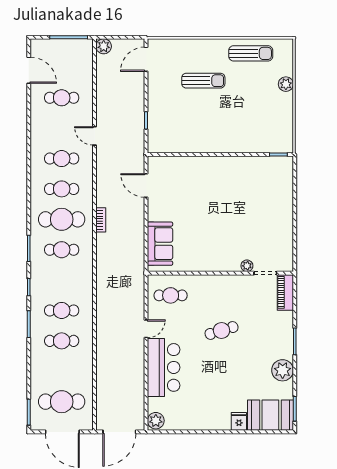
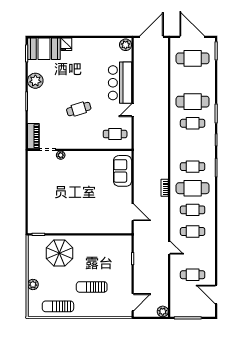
parasol: (249, 128) -> (59, 253), added
cafe table: (62, 341) -> (193, 102), width x1.37, depth x1.35

